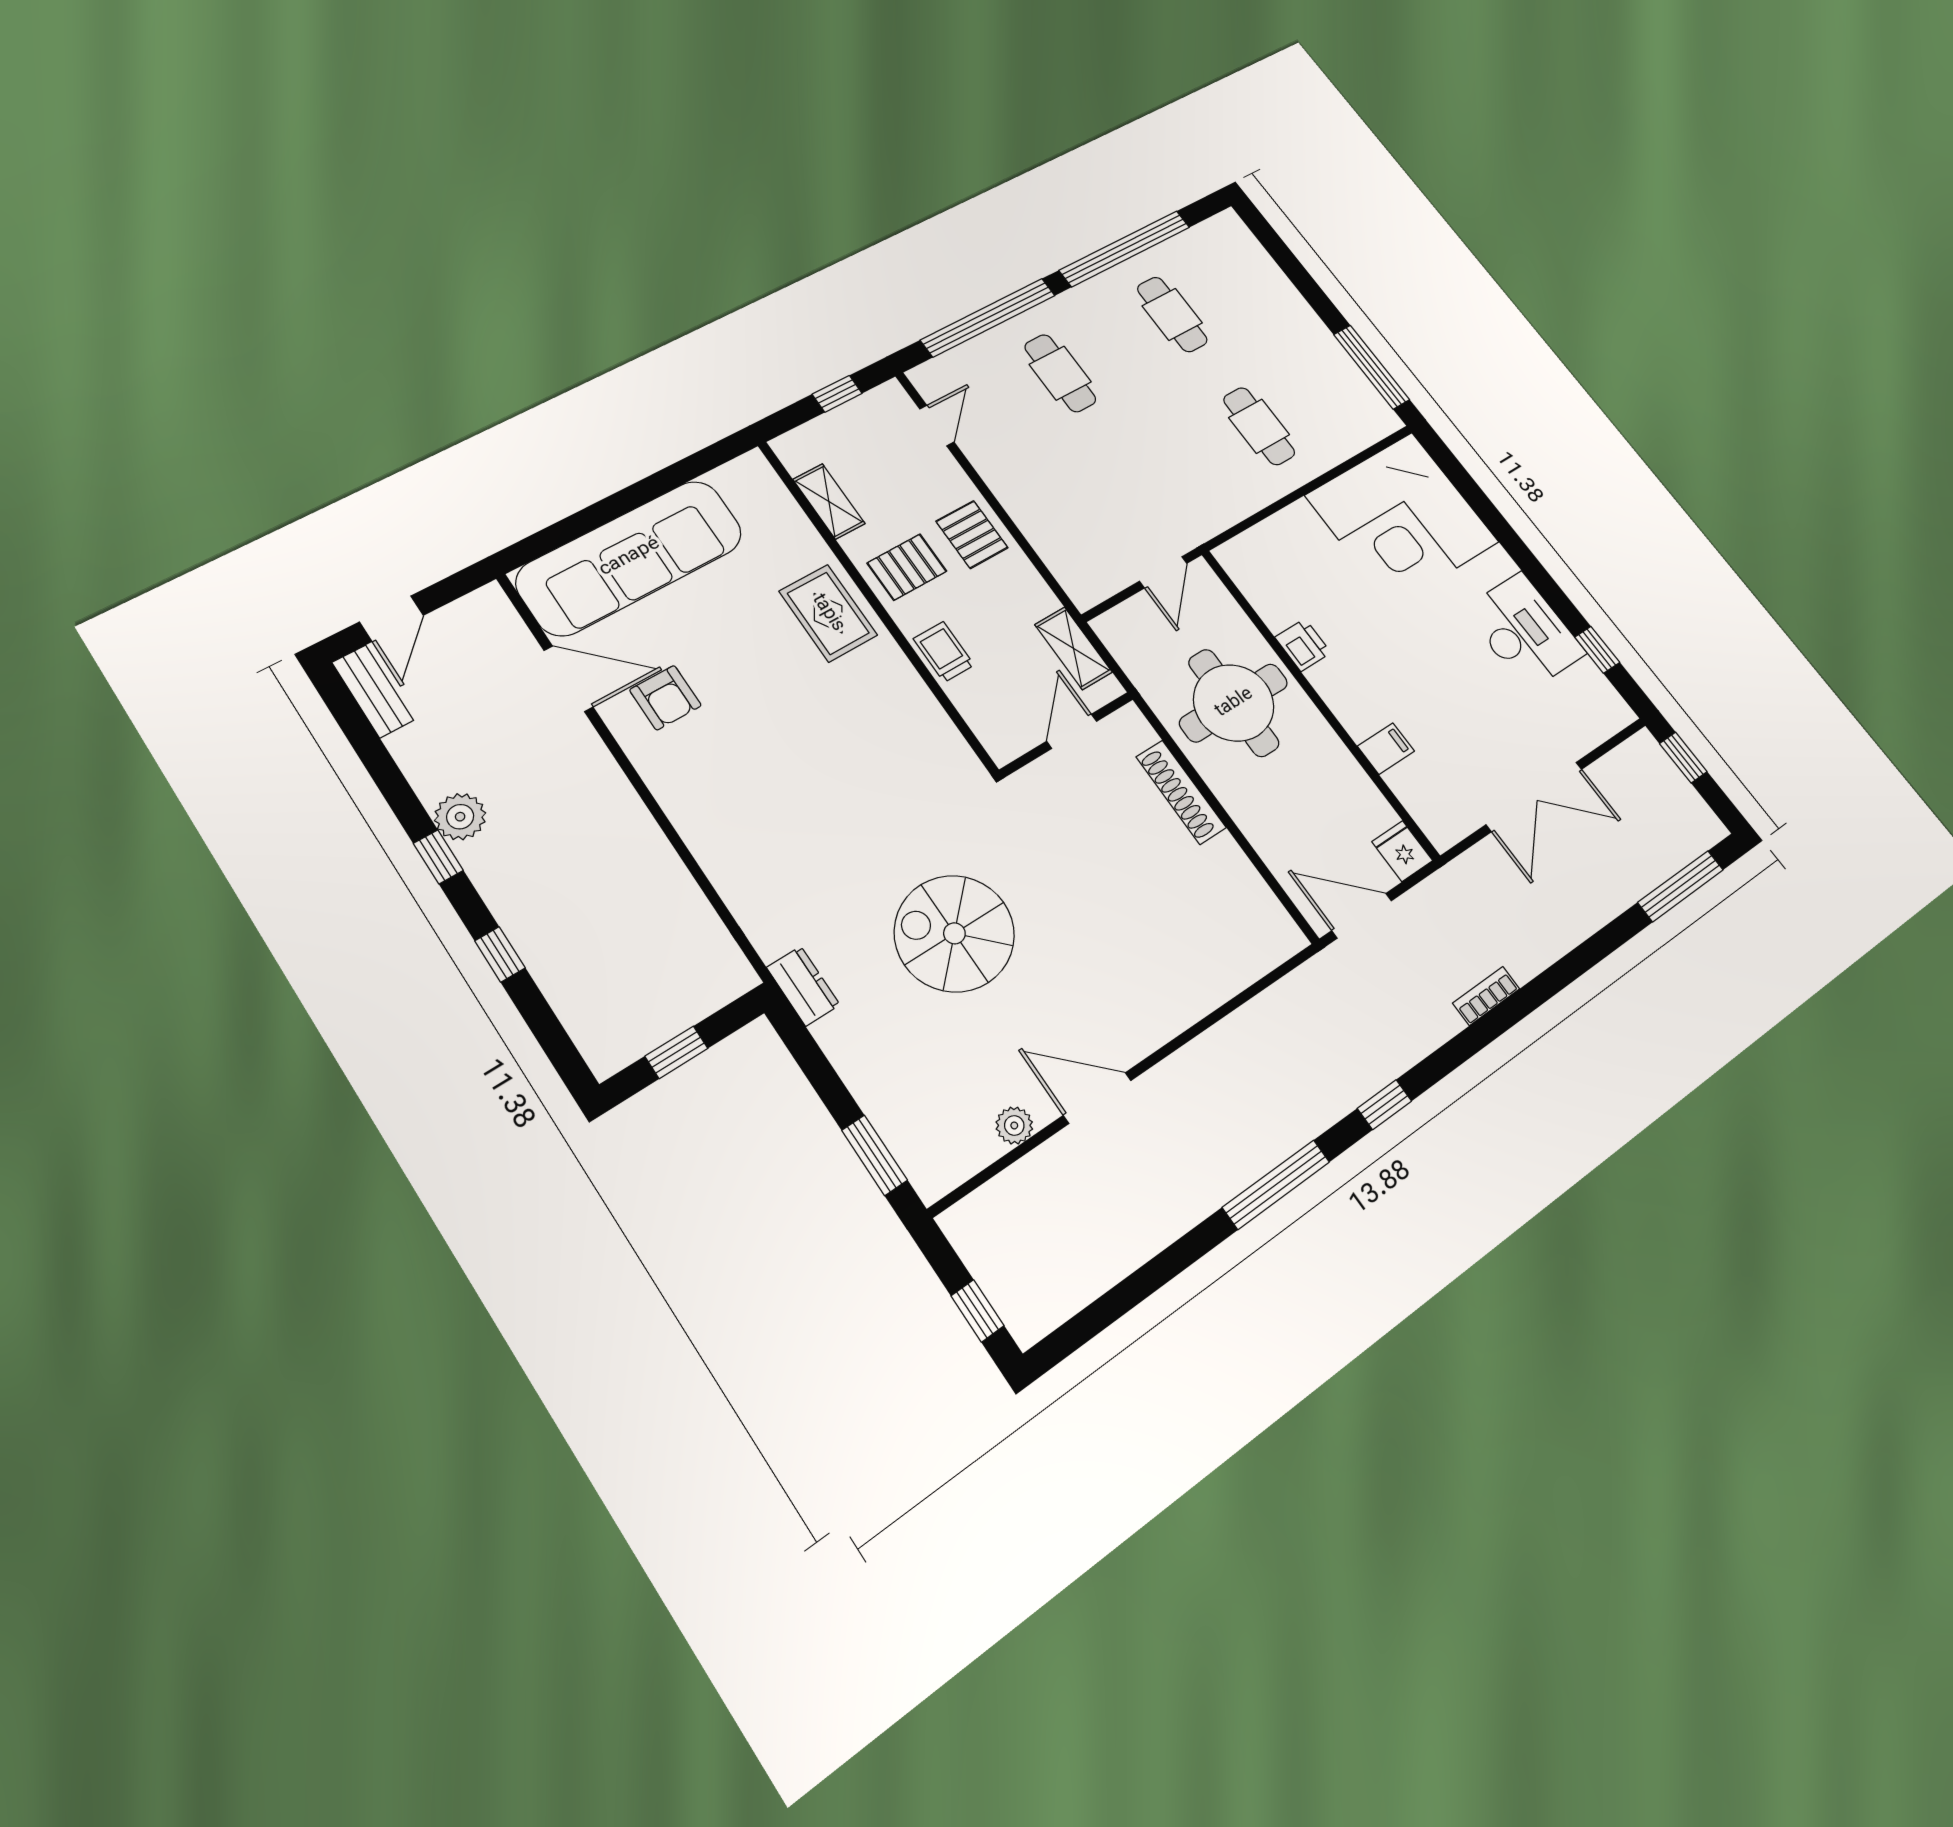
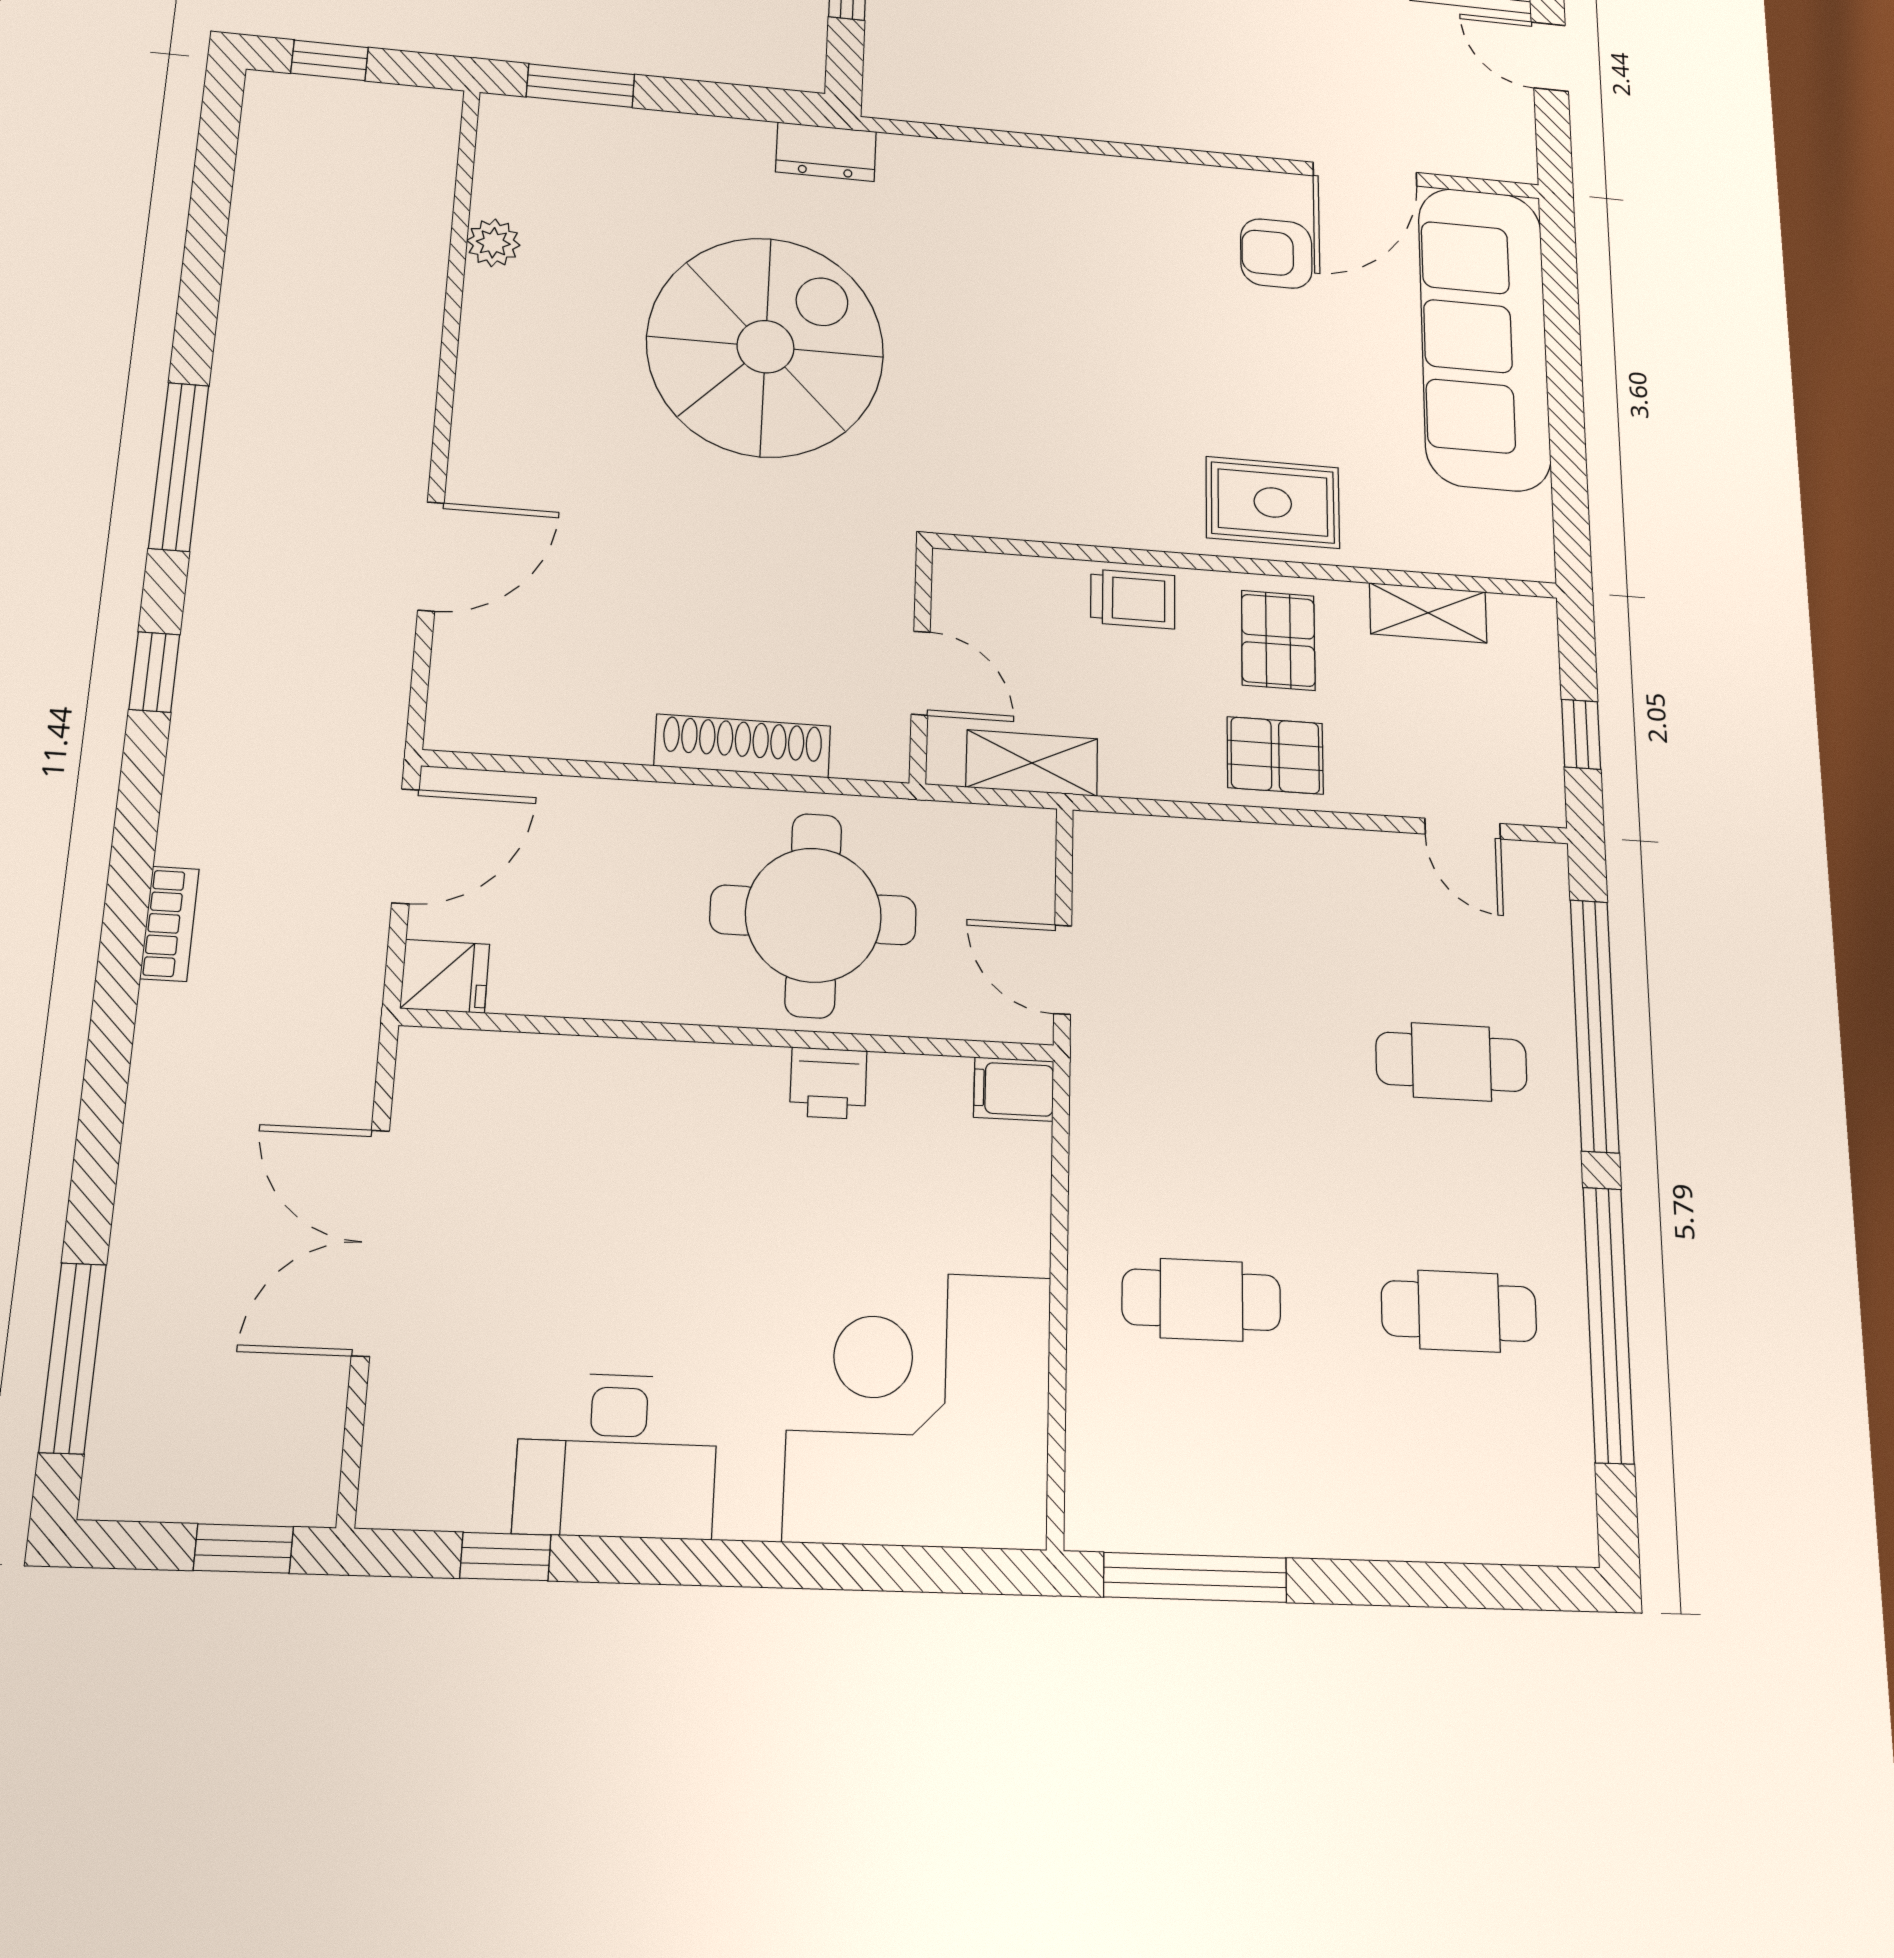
filing cabinet: (1386, 749) -> (1014, 1089), moved, turned 90
spiral stairs: (954, 933) -> (766, 347), width x1.37, depth x1.37
door: (1097, 1098) -> (431, 556), moved

